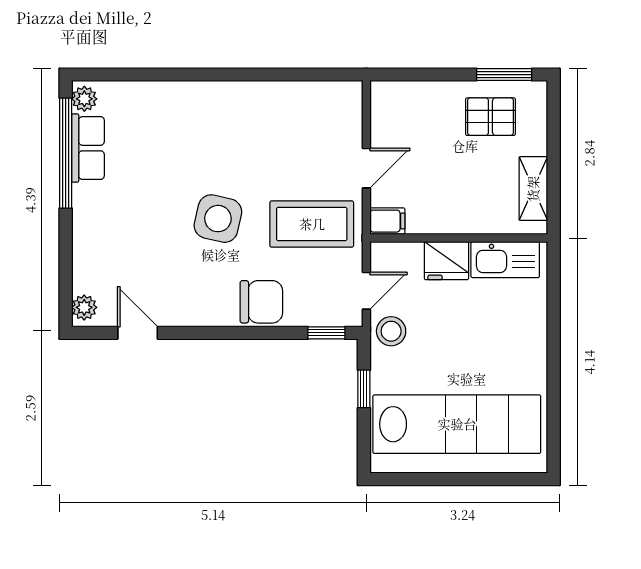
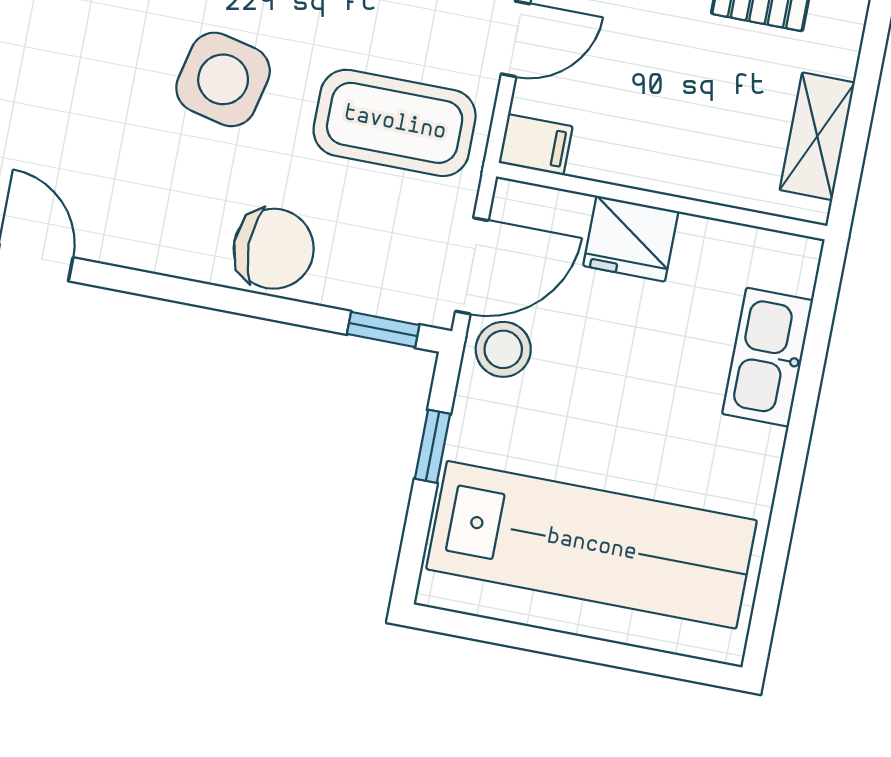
kitchen sink: (505, 260) -> (768, 357), moved, turned 90
door: (366, 291) -> (472, 266), width x1.38

